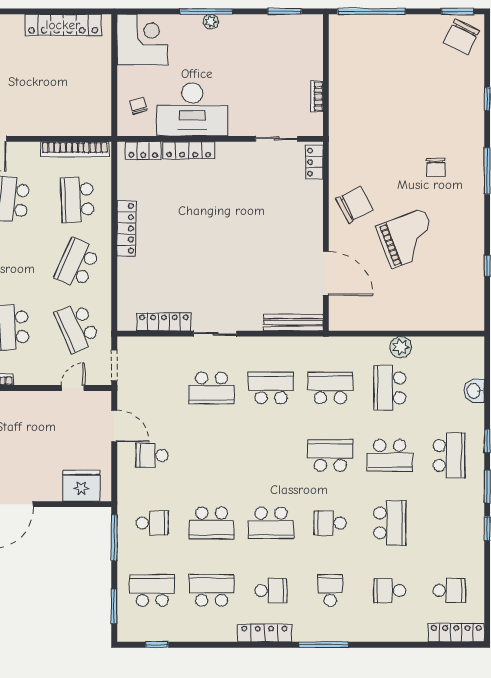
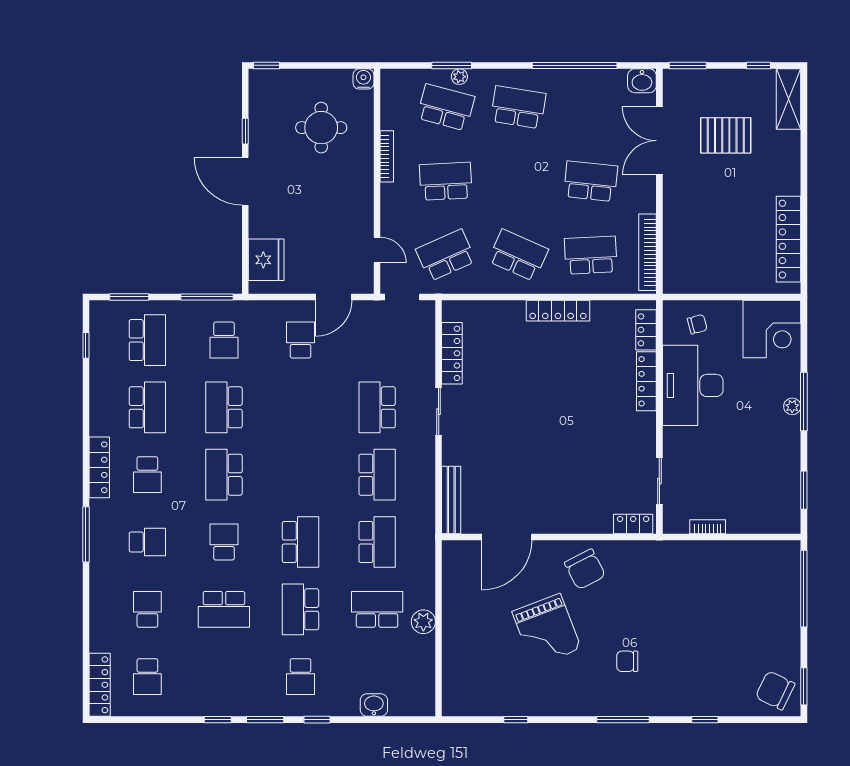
school desk: (449, 455) -> (301, 677), width x0.54

